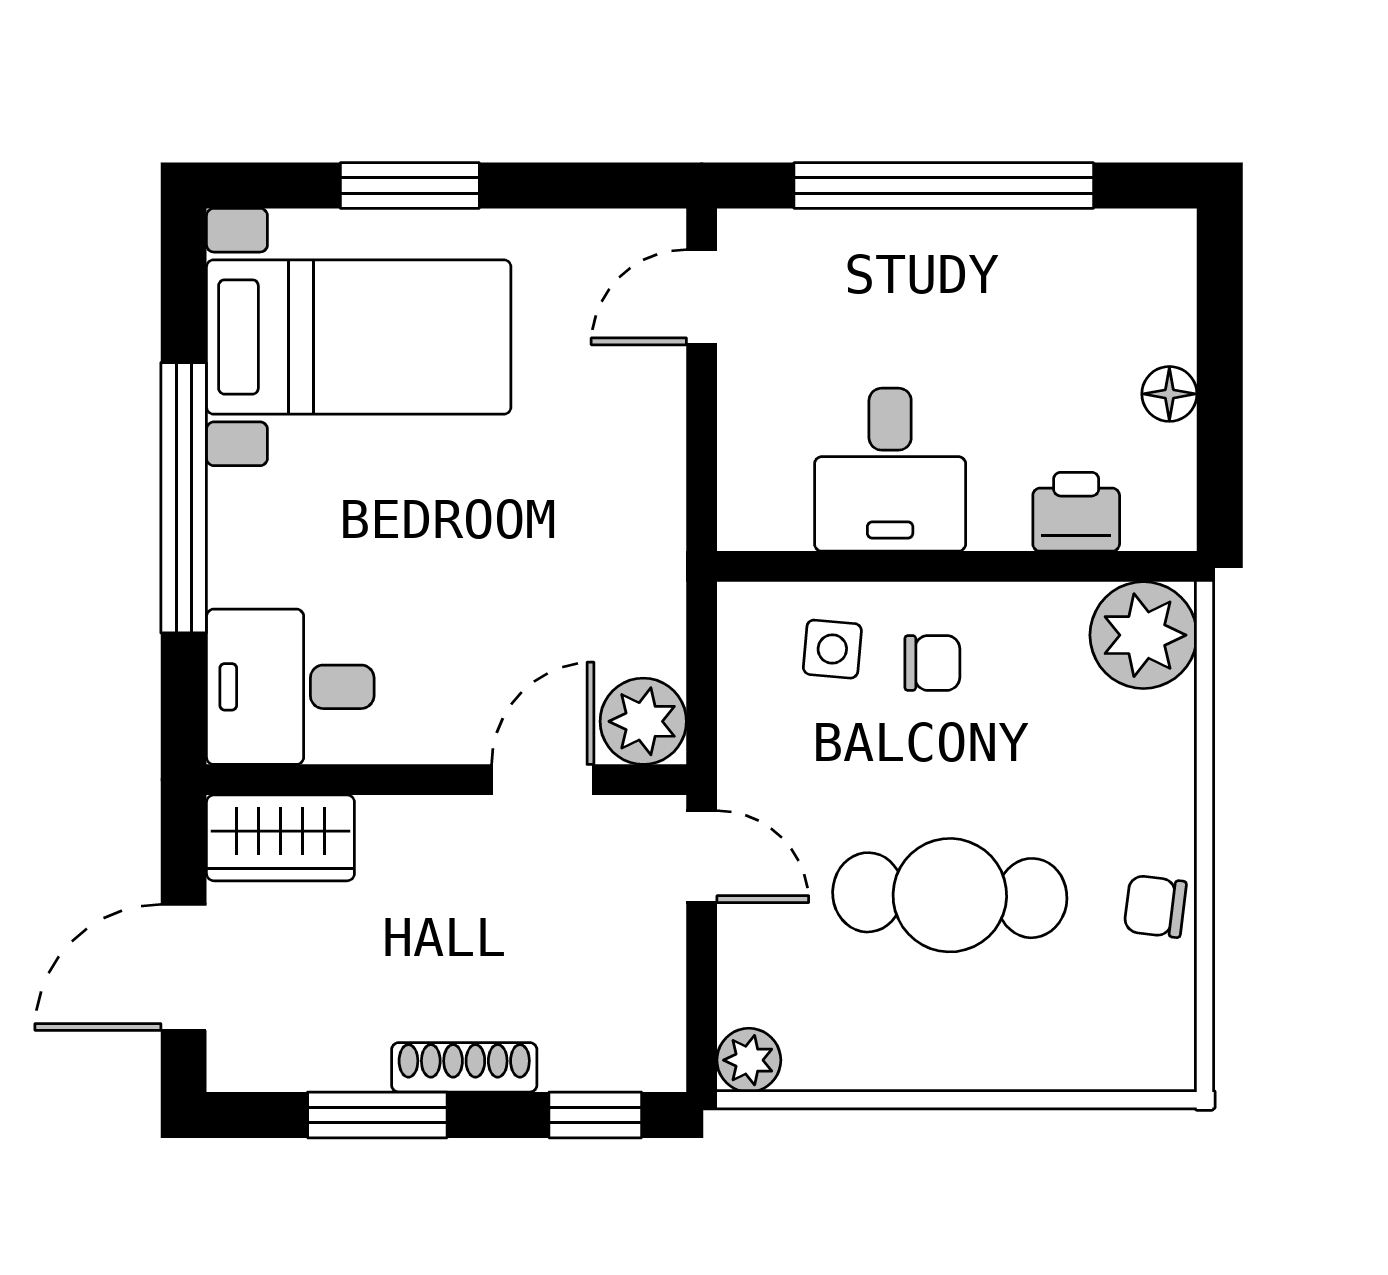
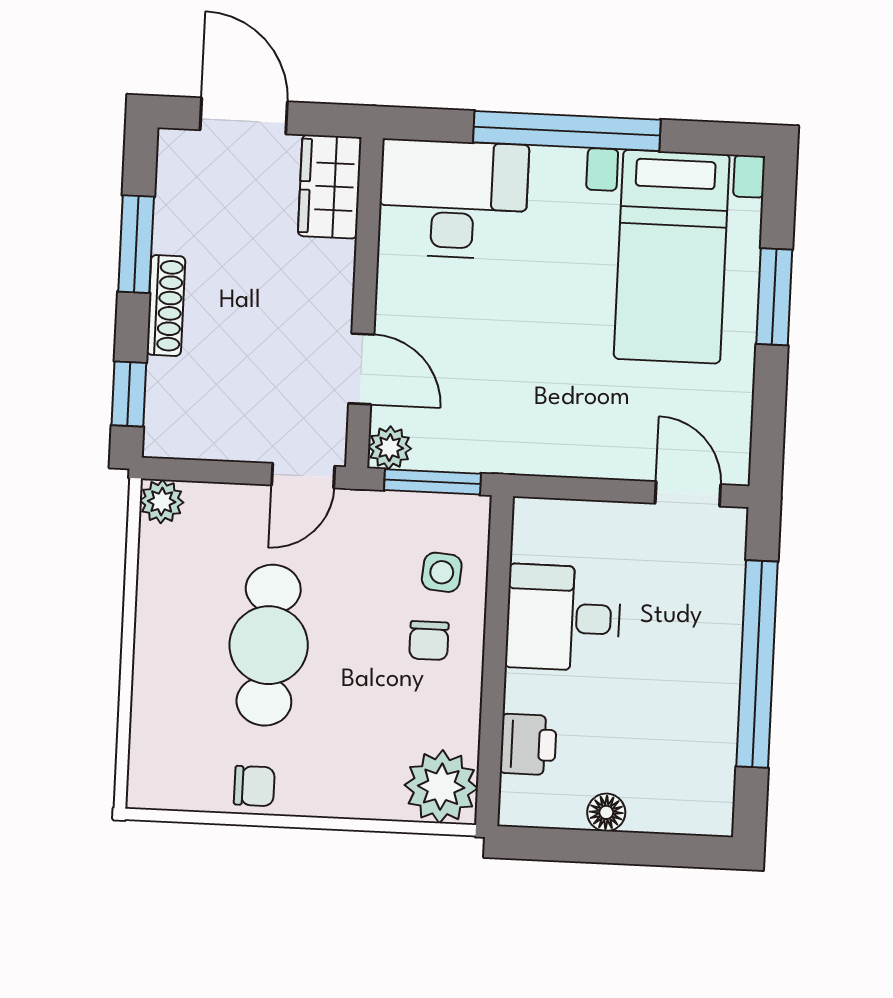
window: (702, 669) -> (433, 482), added
desk: (290, 687) -> (453, 199), width x1.37
plant: (643, 721) -> (390, 448), width x0.73, depth x0.73
chair: (1155, 906) -> (254, 786), turned 83

